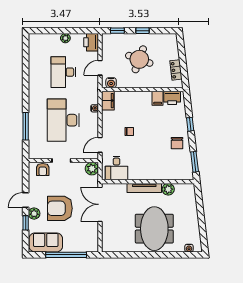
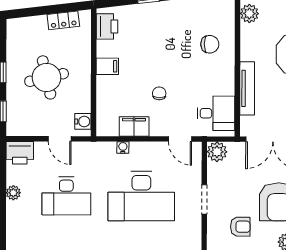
round table: (139, 59) -> (47, 77), turned -33
filing cabinet: (158, 98) -> (107, 66), moved
filing cabinet: (108, 101) -> (134, 127), moved
chair: (177, 143) -> (210, 44), moved
armchair: (43, 170) -> (240, 227), moved
tv unit: (144, 188) -> (247, 88), moved
plant: (168, 189) -> (249, 14), moved

